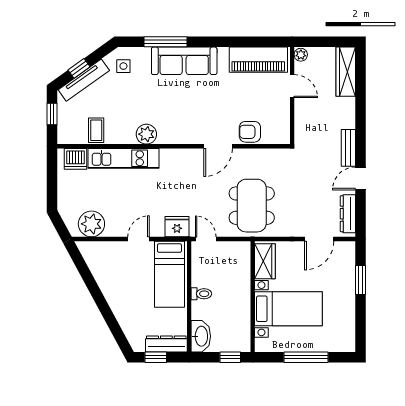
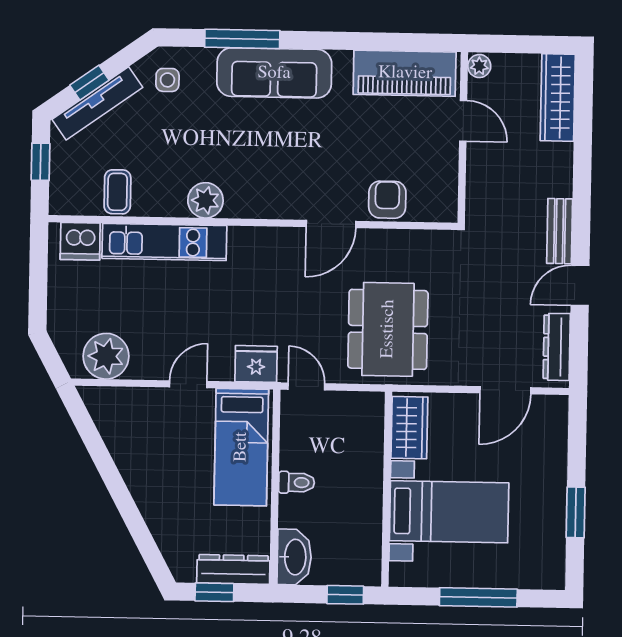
armchair: (250, 132) -> (387, 200), turned 90
window: (361, 280) -> (576, 512), moved

